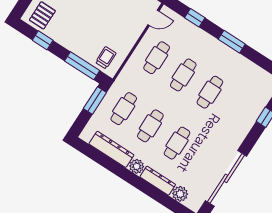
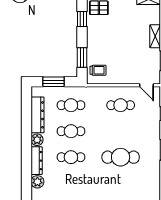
window: (82, 66) -> (82, 58), width x0.69
cafe table: (183, 75) -> (121, 131), removed
cafe table: (210, 92) -> (121, 157), width x1.37, depth x1.35
window: (95, 101) -> (53, 82), moved

